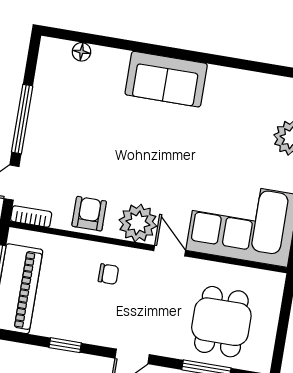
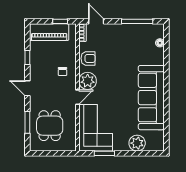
sofa: (166, 79) -> (151, 98), width x1.85, depth x1.27
window: (22, 119) -> (137, 21), moved
dining table: (221, 322) -> (50, 126), turned 90

